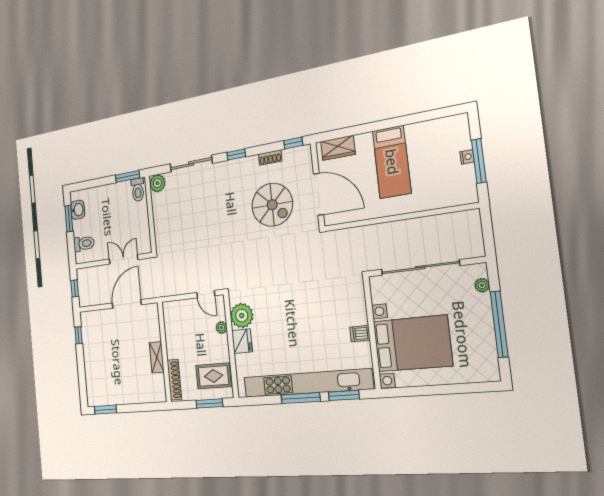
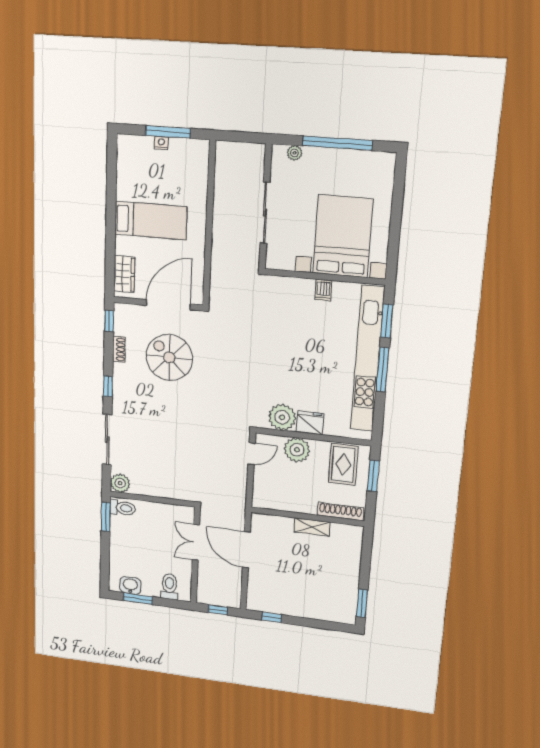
spiral stairs: (272, 205) -> (169, 358), turned -90
sliding door: (420, 268) -> (265, 213), width x0.73
plant: (221, 328) -> (297, 450), width x1.87, depth x1.87

